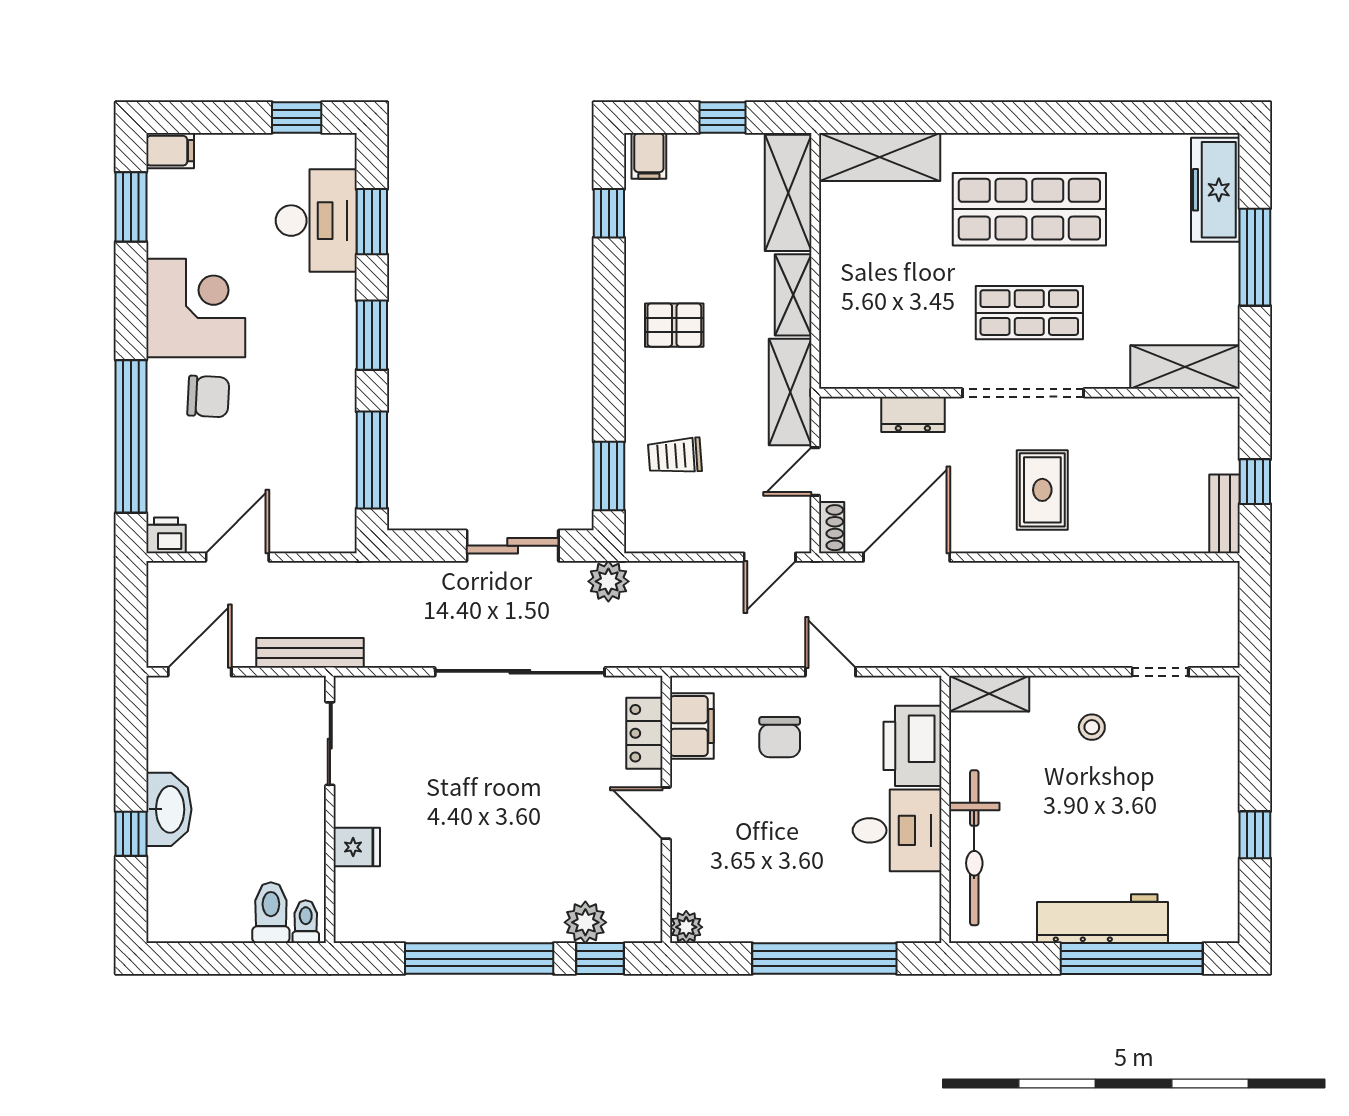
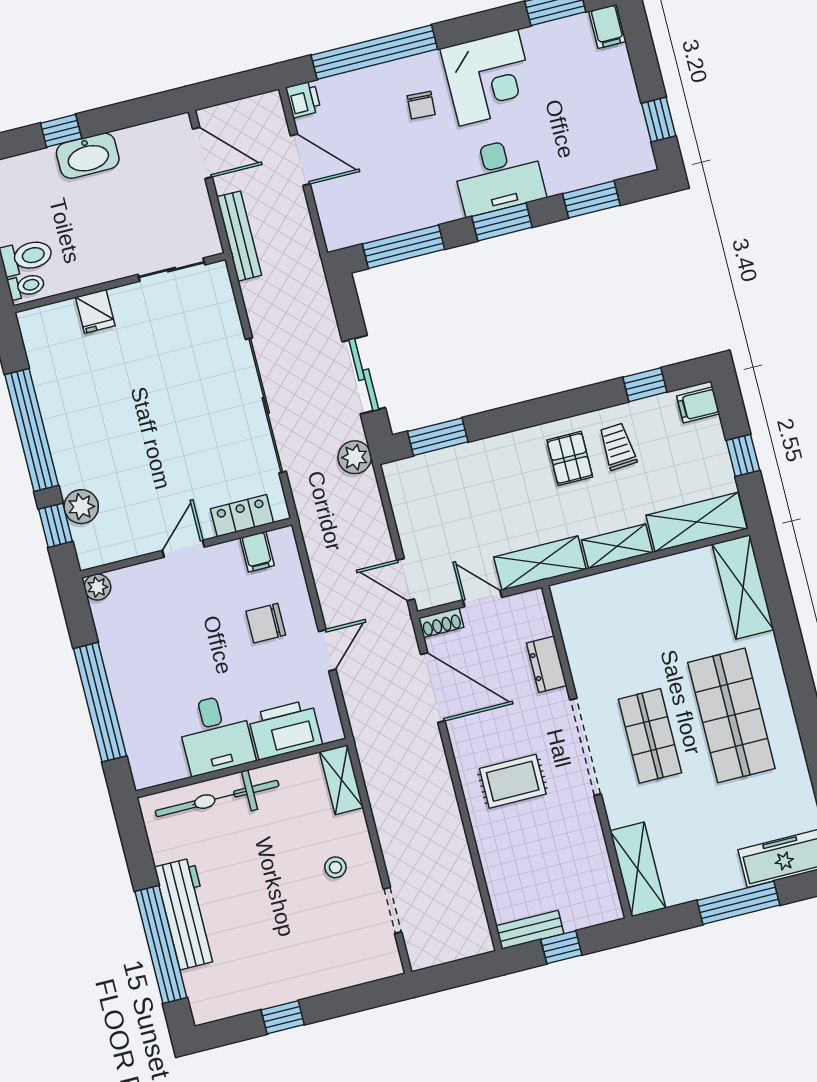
desk: (316, 221) -> (499, 176), moved
chair: (208, 397) -> (421, 105), width x0.73, depth x0.73
trolley: (675, 456) -> (618, 447), moved
filing cabinet: (692, 726) -> (257, 552), width x0.50

